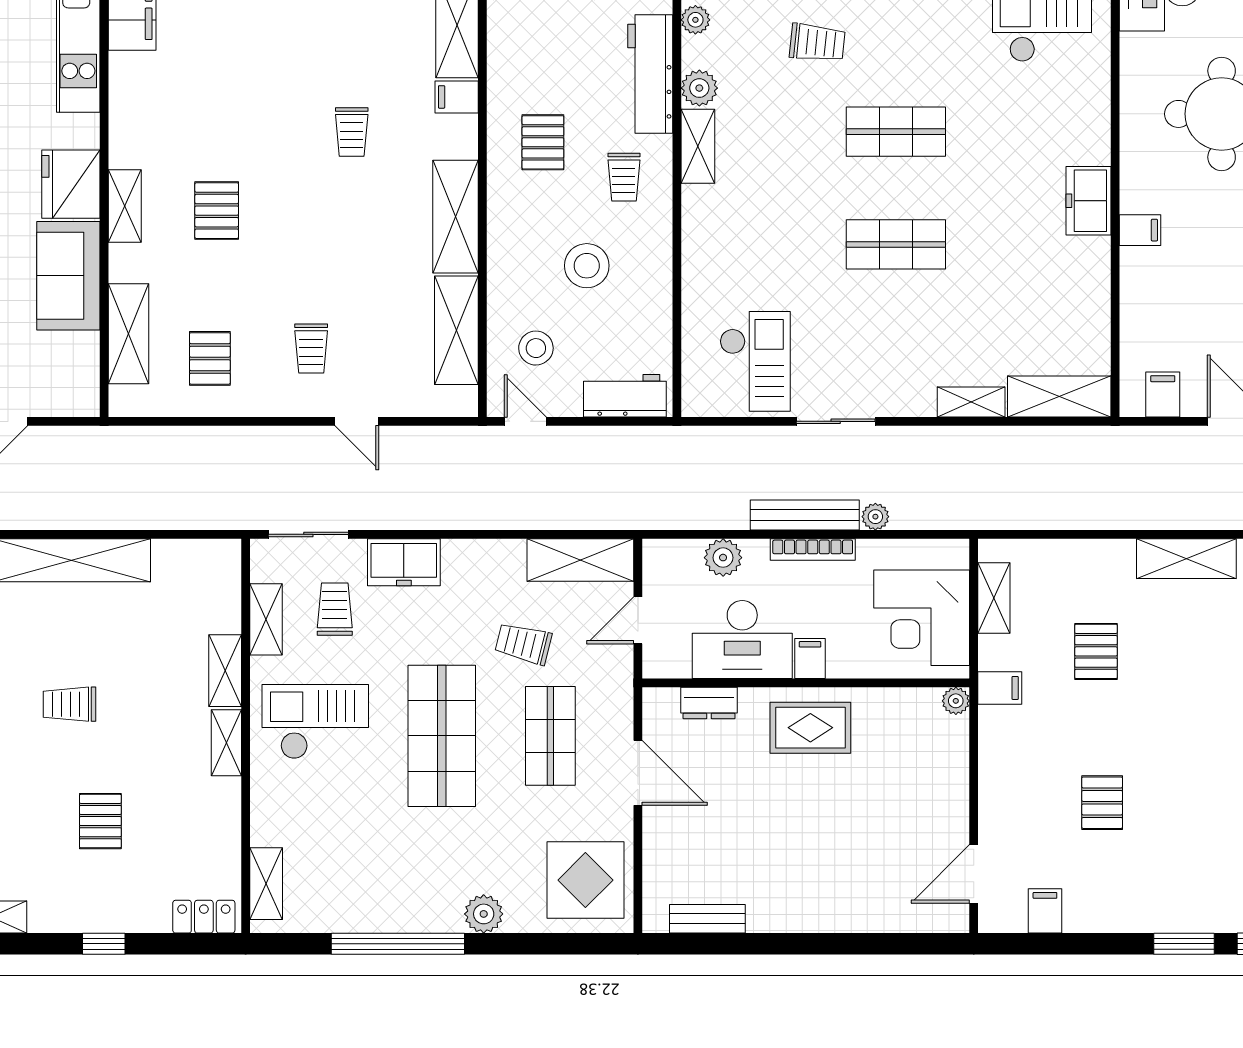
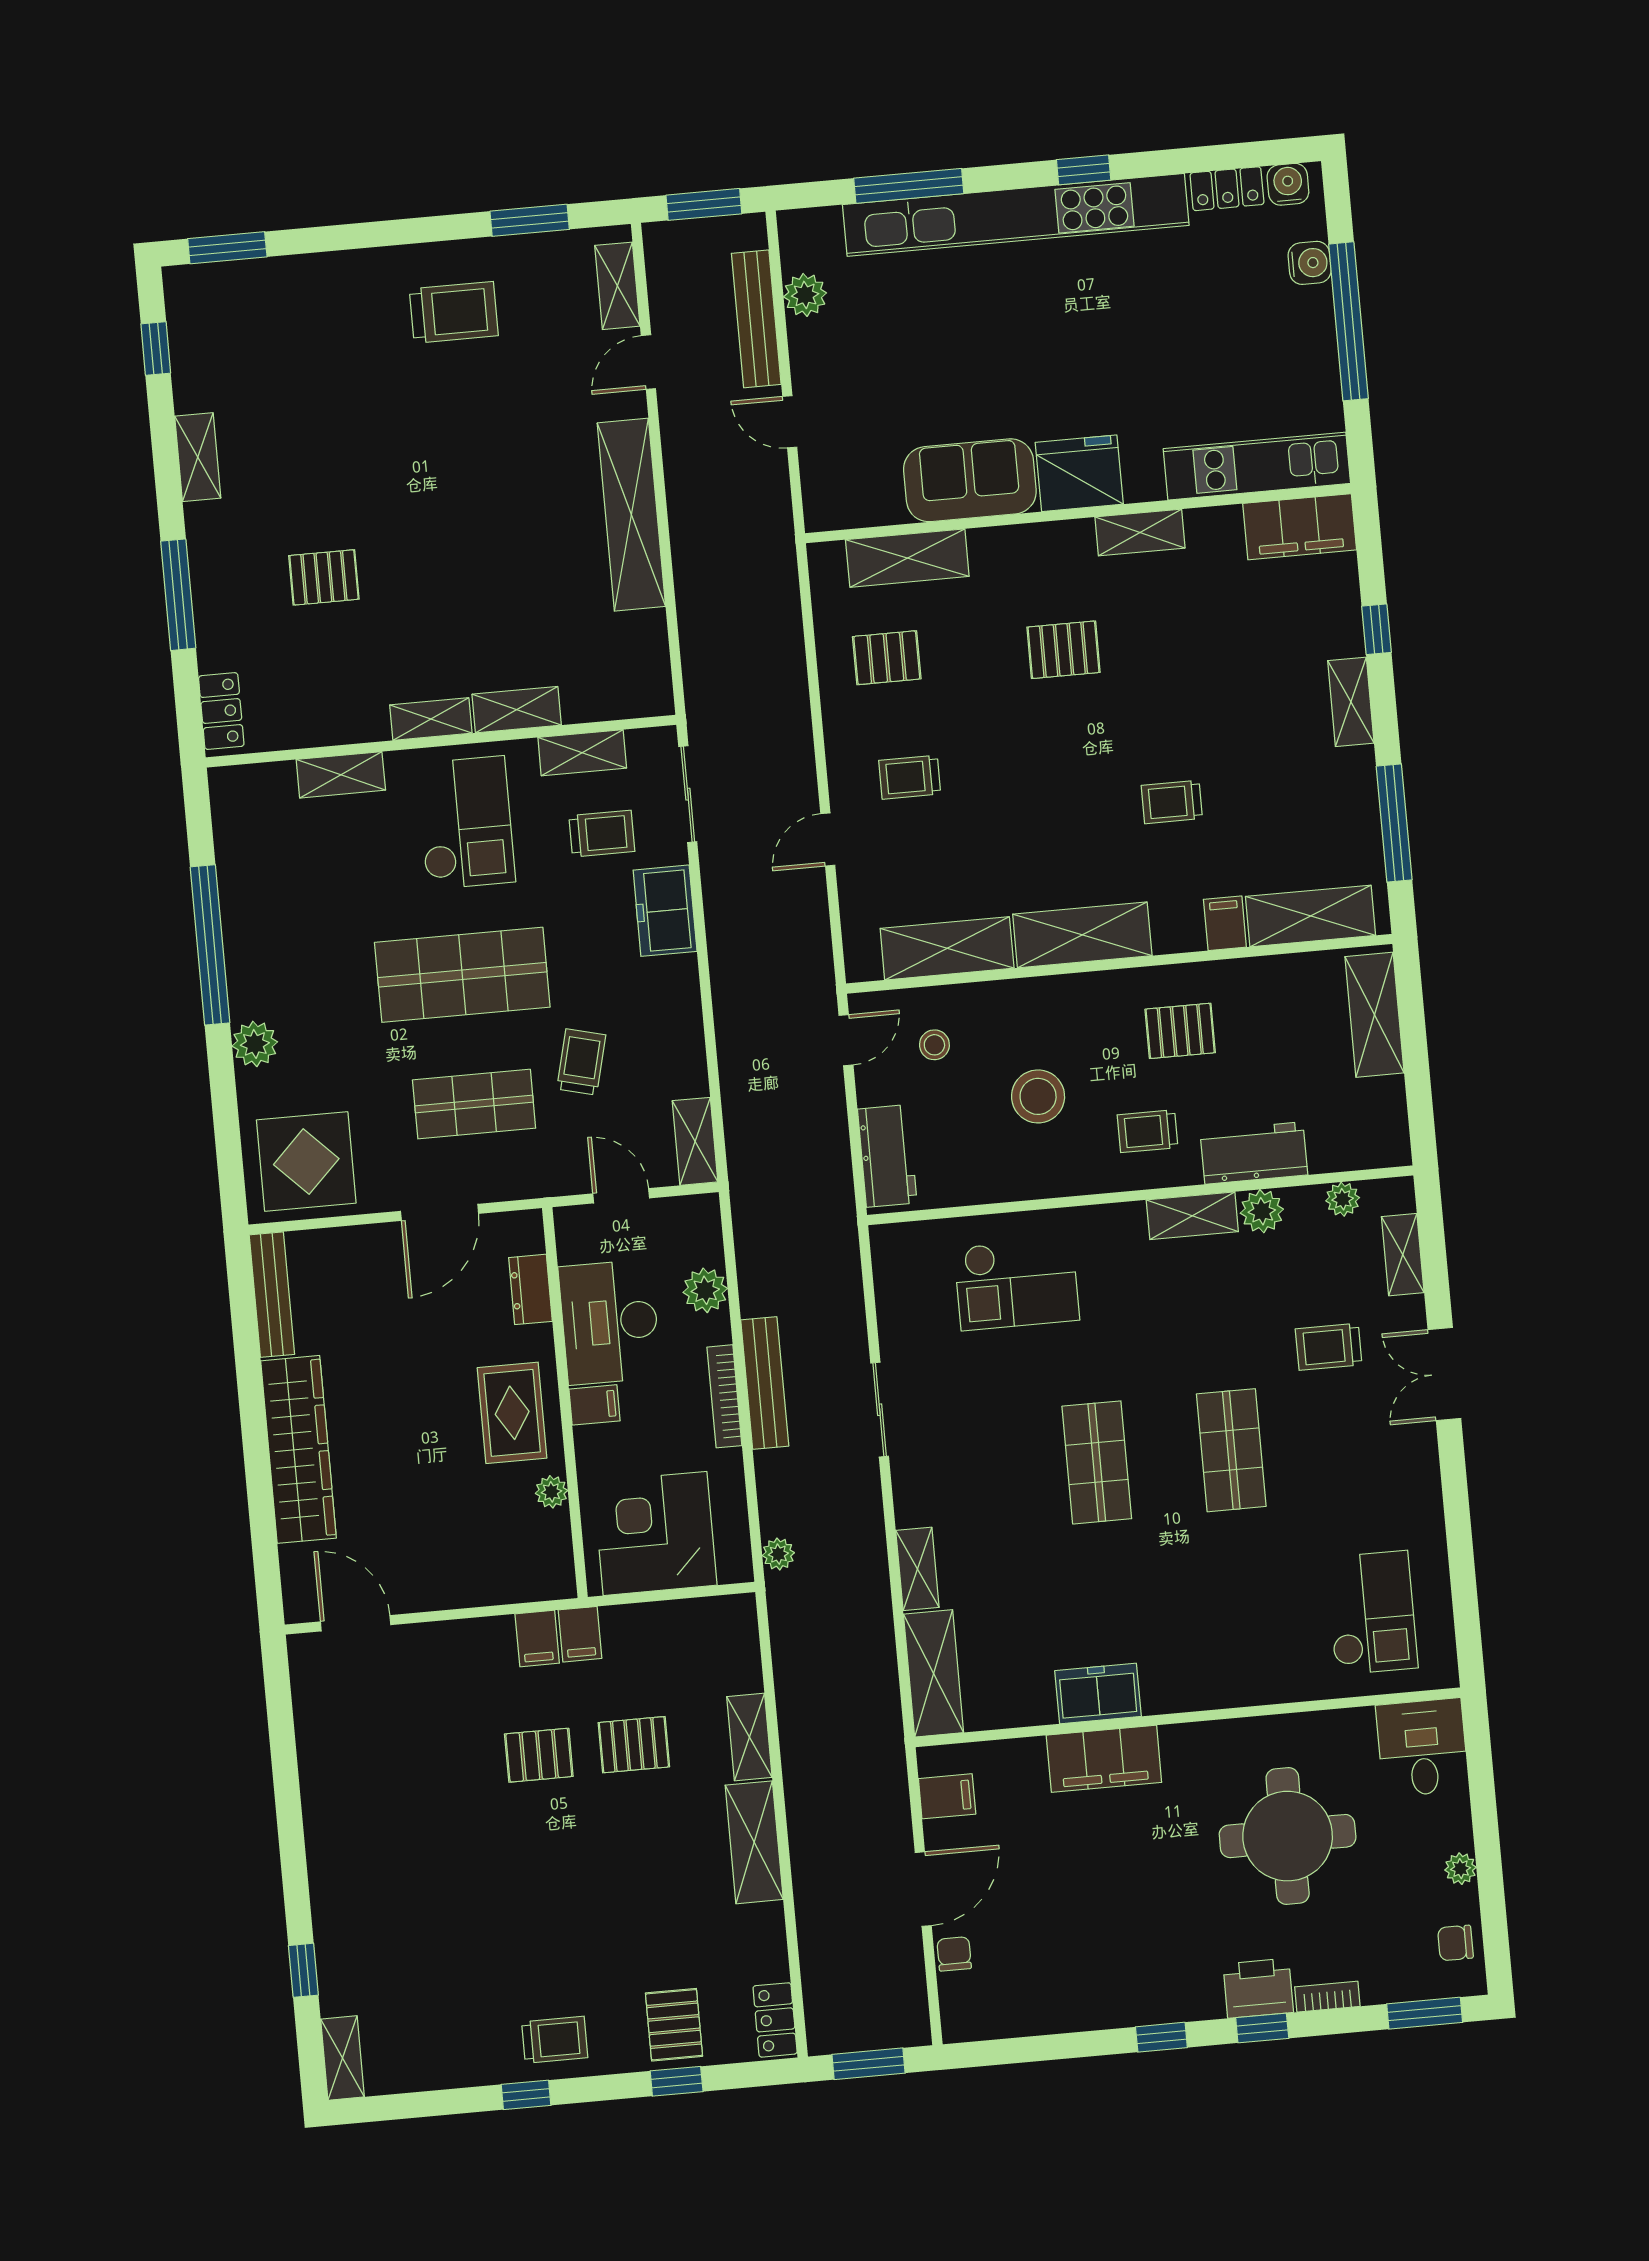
trolley: (817, 43) -> (1329, 1347), turned 84
workbench: (650, 74) -> (1254, 1153), width x0.73
freezer: (1089, 201) -> (1098, 1694), moved
shelving: (125, 206) -> (1140, 533), moved
filing cabinet: (1140, 230) -> (1104, 1759), width x3.00, depth x1.17
stool: (536, 348) -> (934, 1045), width x0.73, depth x0.73
checkout: (755, 361) -> (1017, 1284), moved
plant: (875, 517) -> (778, 1554), moved
shelving: (580, 560) -> (695, 1141), width x0.67, depth x0.75
shelving: (994, 598) -> (749, 1737), moved, turned 90
plant: (956, 701) -> (551, 1492), moved
trolley: (69, 704) -> (460, 528), removed
pallet: (1102, 803) -> (539, 1755), moved
shelving: (266, 884) -> (341, 775), moved
wardrobe: (825, 908) -> (298, 1449), added
filing cabinet: (1045, 911) -> (537, 1638), moved, turned 90
bench: (707, 919) -> (272, 1295), width x1.36
window: (104, 944) -> (178, 595), width x2.17
window: (1184, 944) -> (295, 1881), removed

